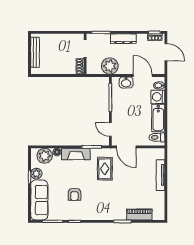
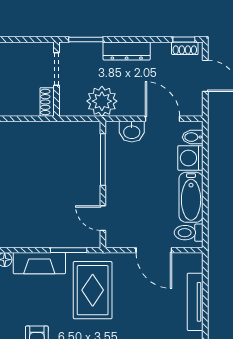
door: (126, 147) -> (154, 250), moved
rug: (105, 169) -> (93, 290), width x1.36, depth x1.43

